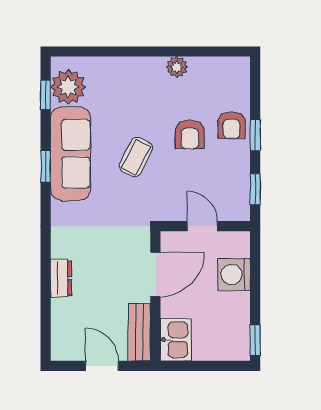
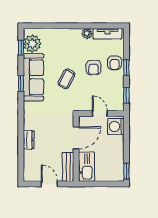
tv unit: (218, 67) -> (108, 34), added
washing machine: (234, 275) -> (116, 127), moved
kitchen sink: (176, 340) -> (86, 167), width x1.38

